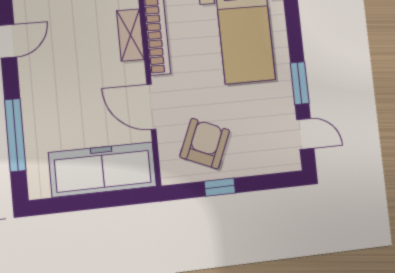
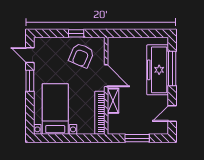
shelving: (130, 35) -> (113, 101), moved
freezer: (103, 169) -> (158, 70), moved, turned 90

